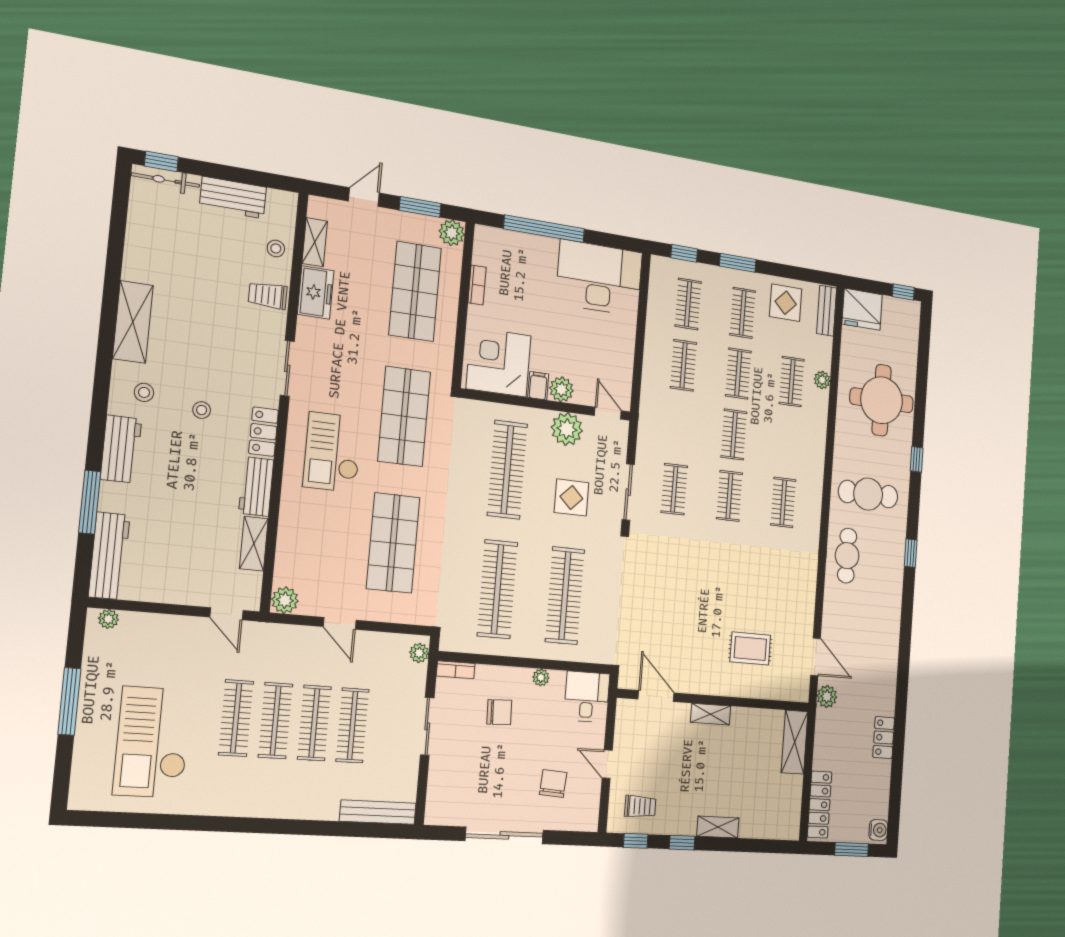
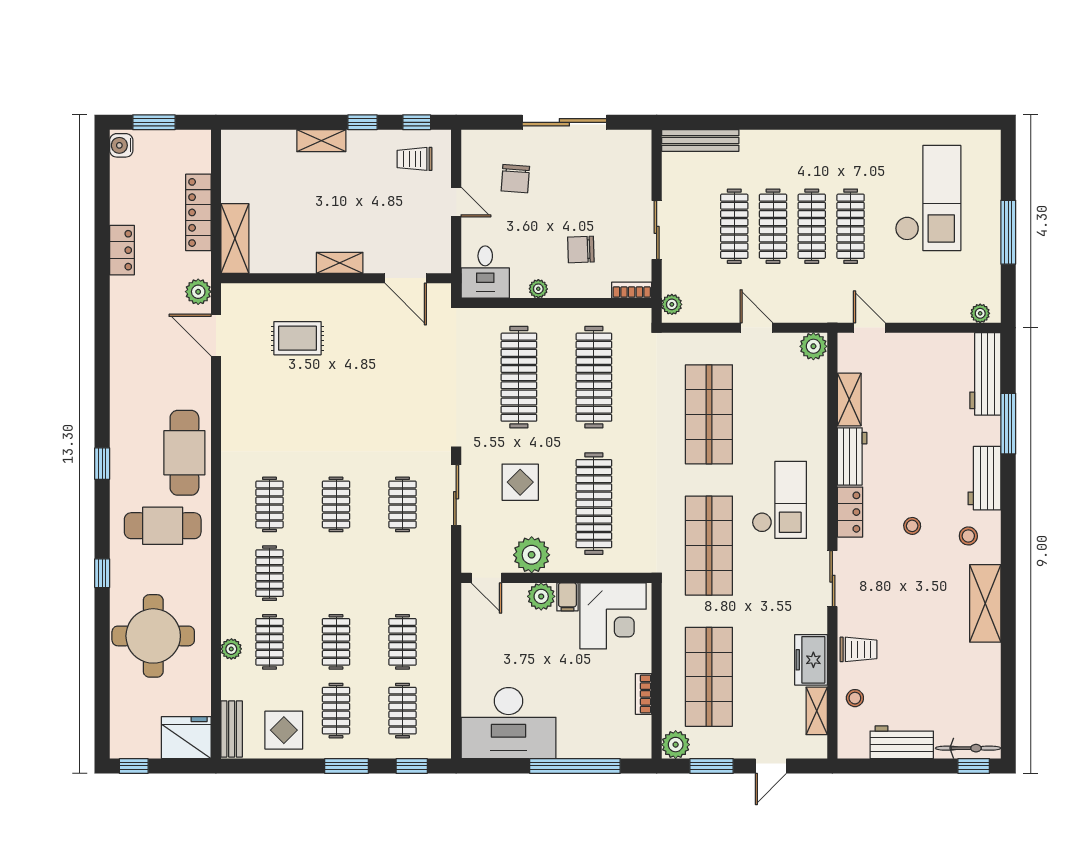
clothes rail: (734, 435) -> (270, 573), moved
cafe table: (847, 556) -> (184, 453), width x1.37, depth x1.35
locker: (820, 805) -> (198, 212), moved

